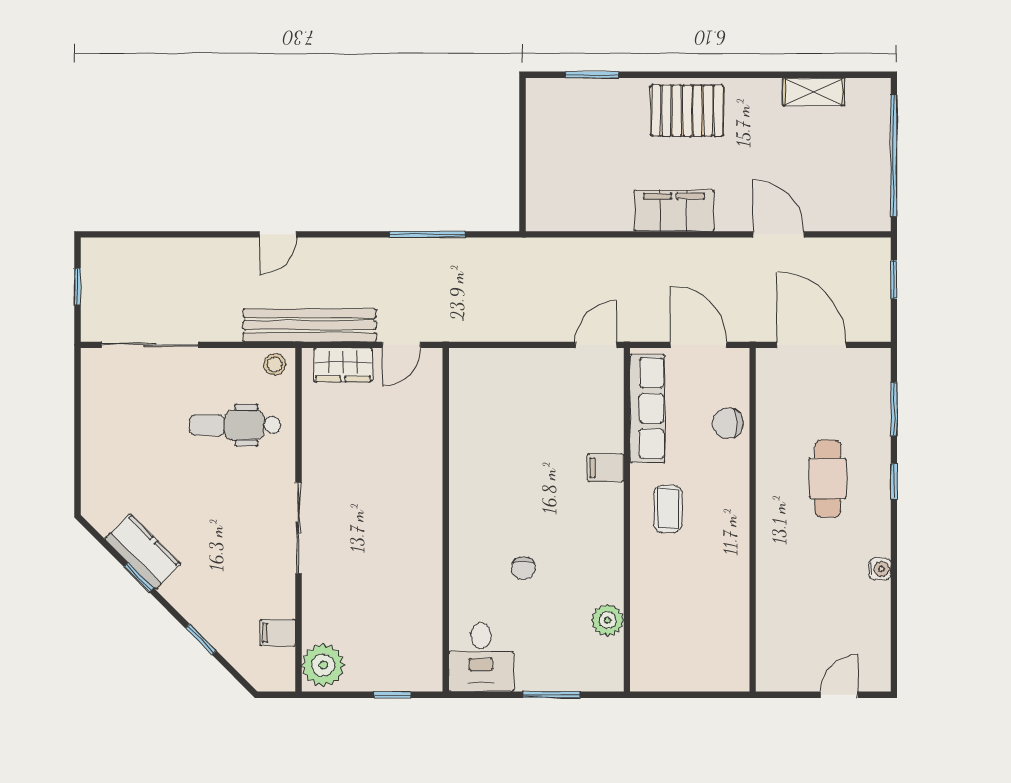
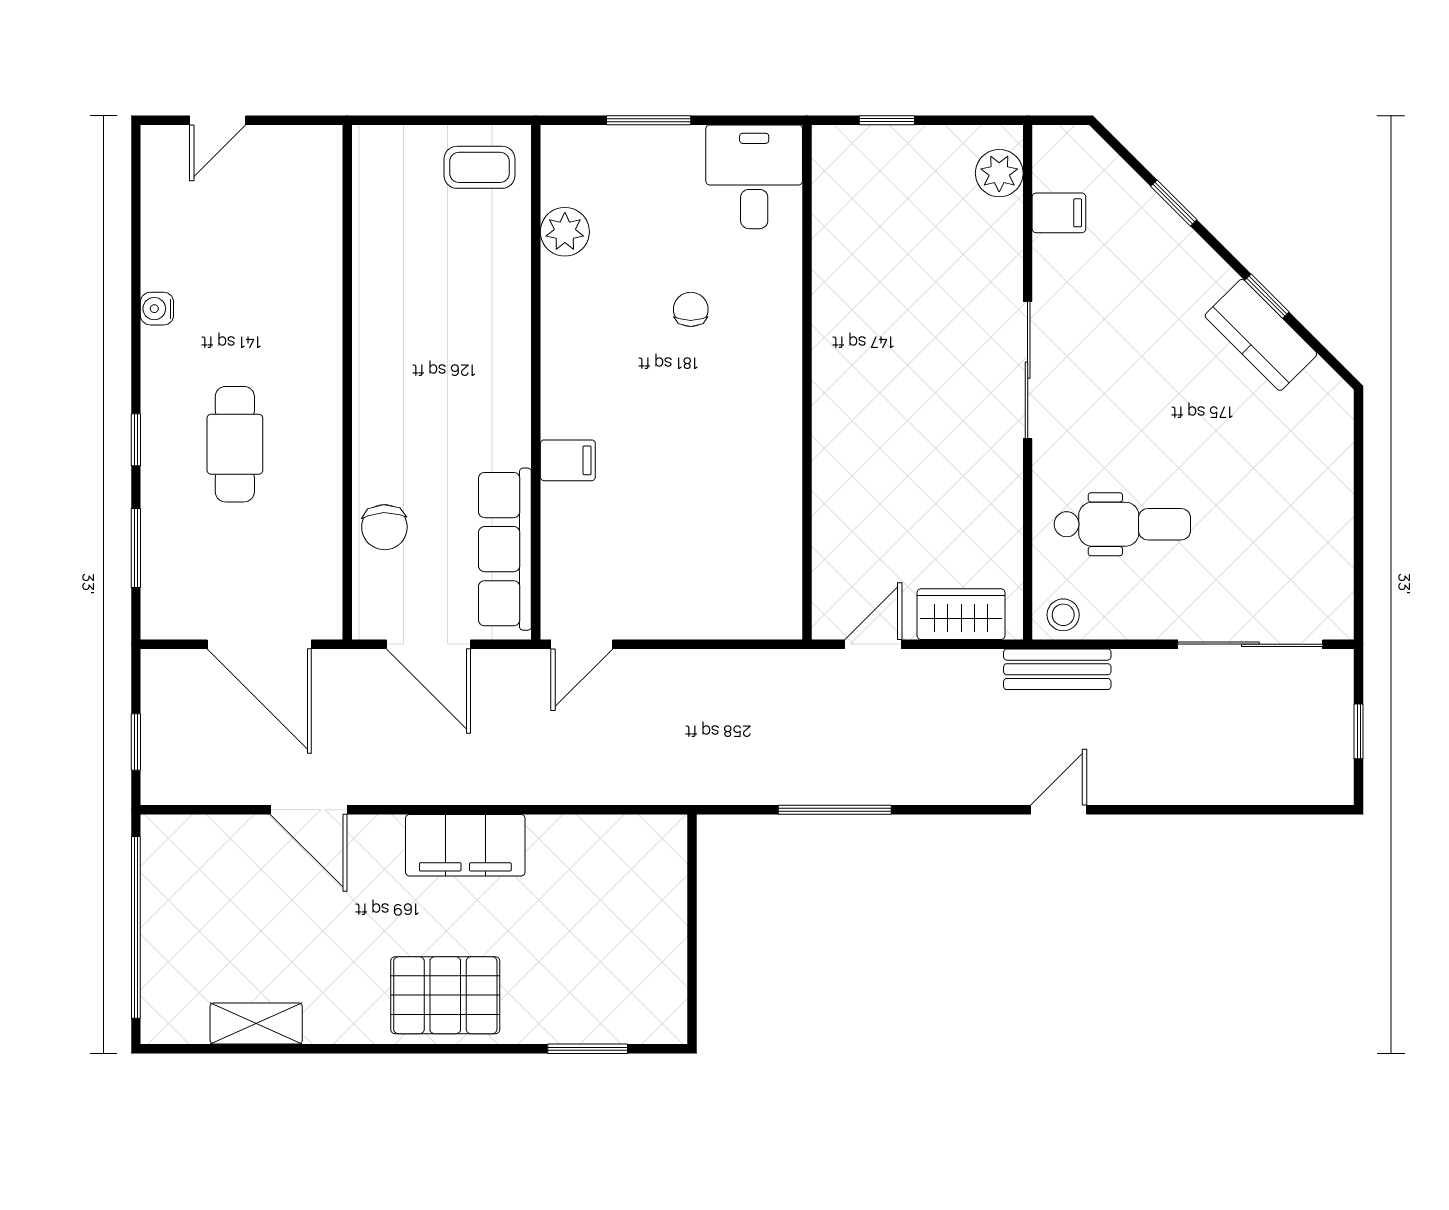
bench: (310, 325) -> (1057, 669), width x0.54, depth x0.82
chair: (728, 423) -> (384, 527), turned 88
coffee table: (668, 509) -> (479, 167), moved, turned 90
plant: (323, 665) -> (999, 173), width x0.73, depth x0.73

